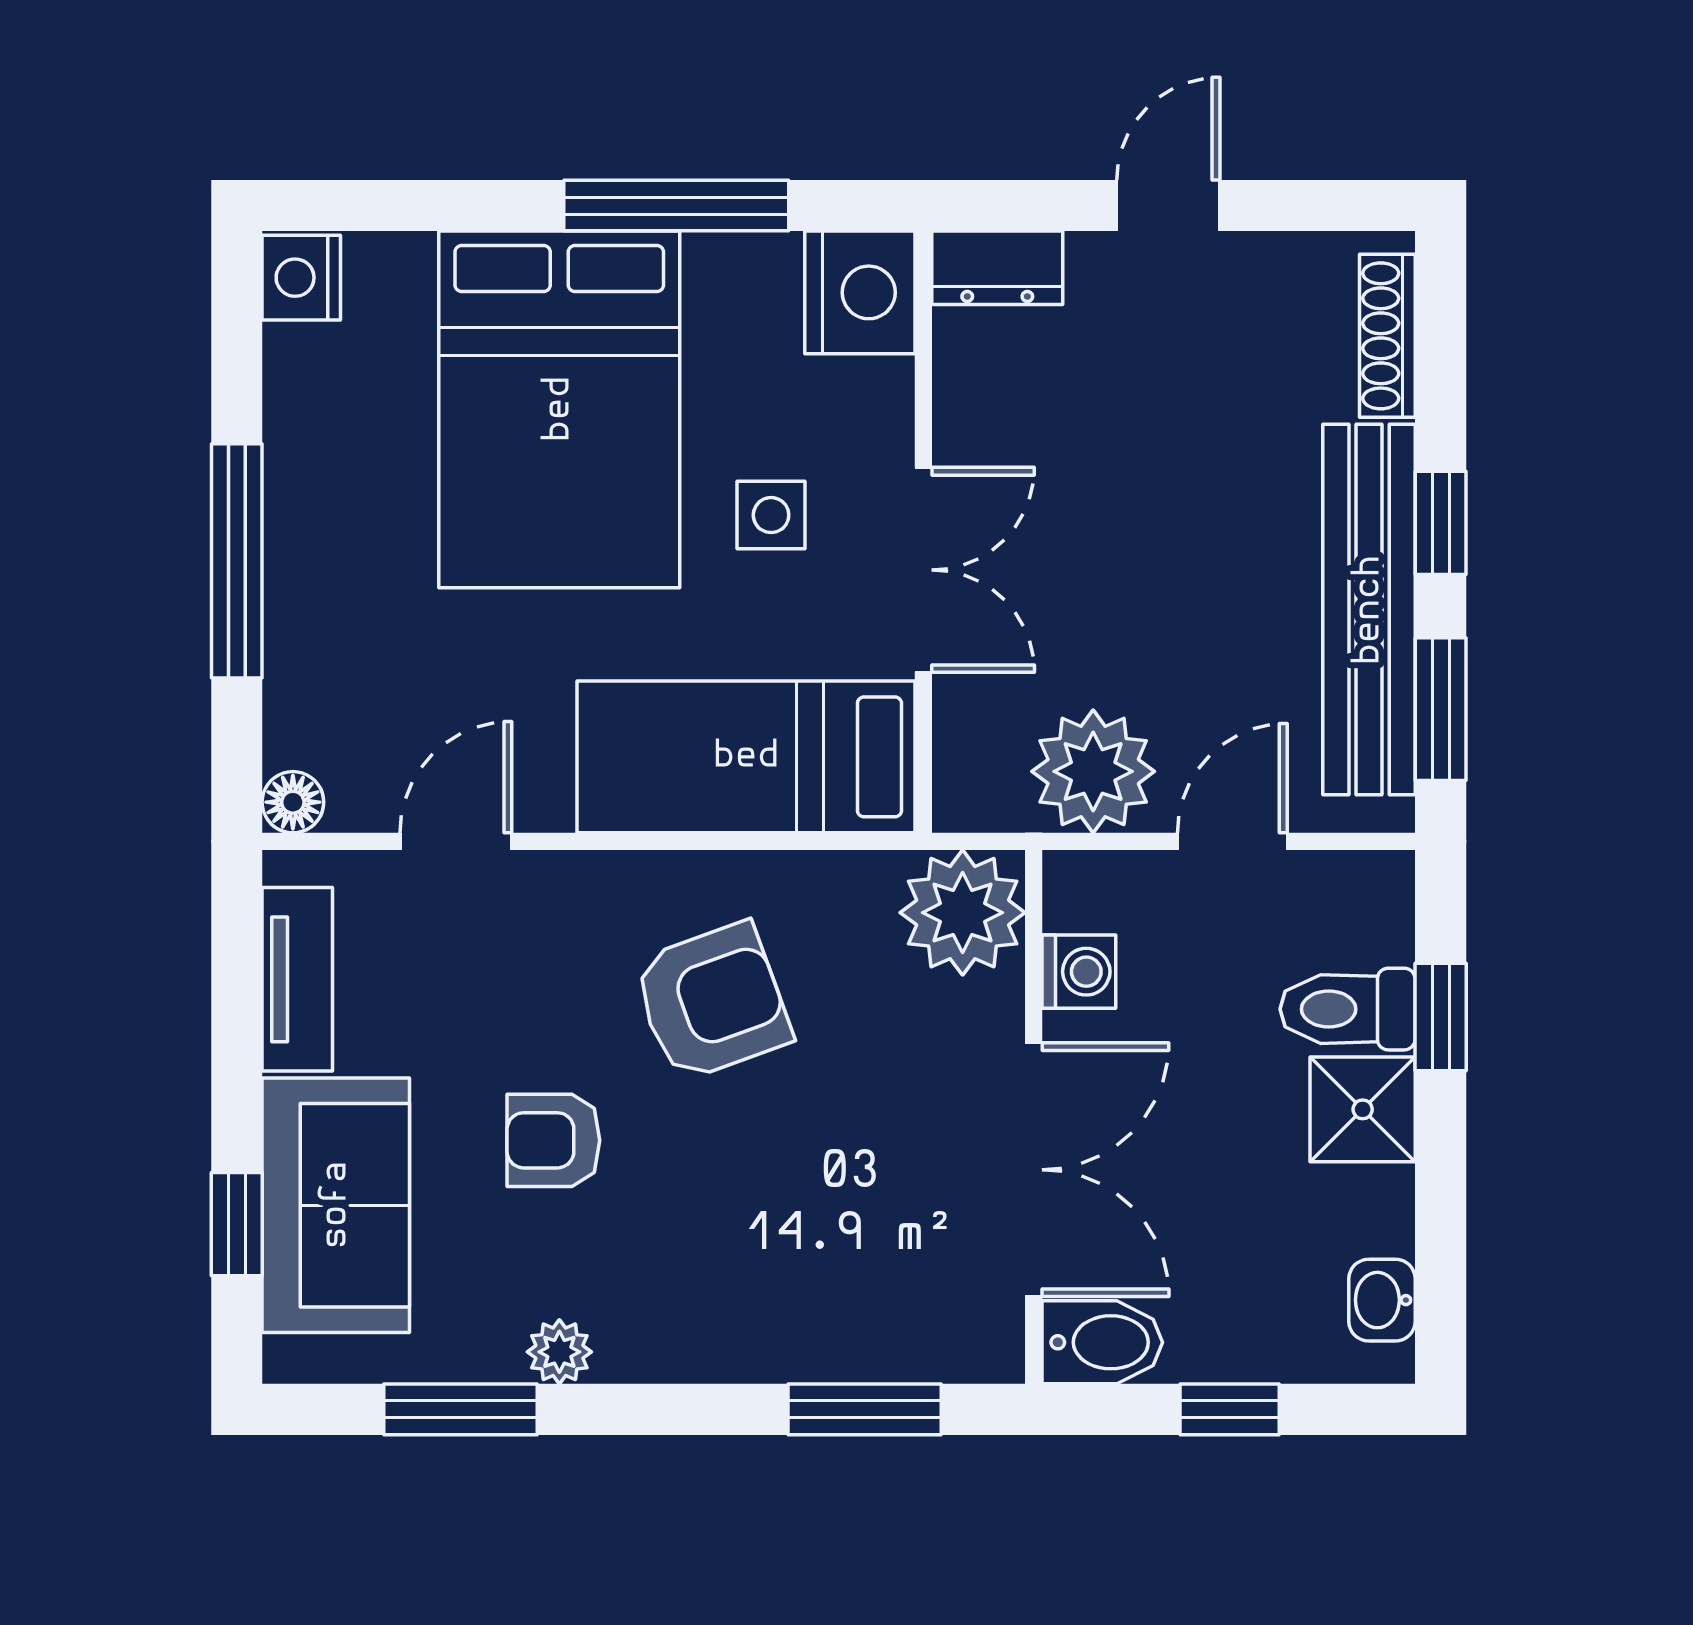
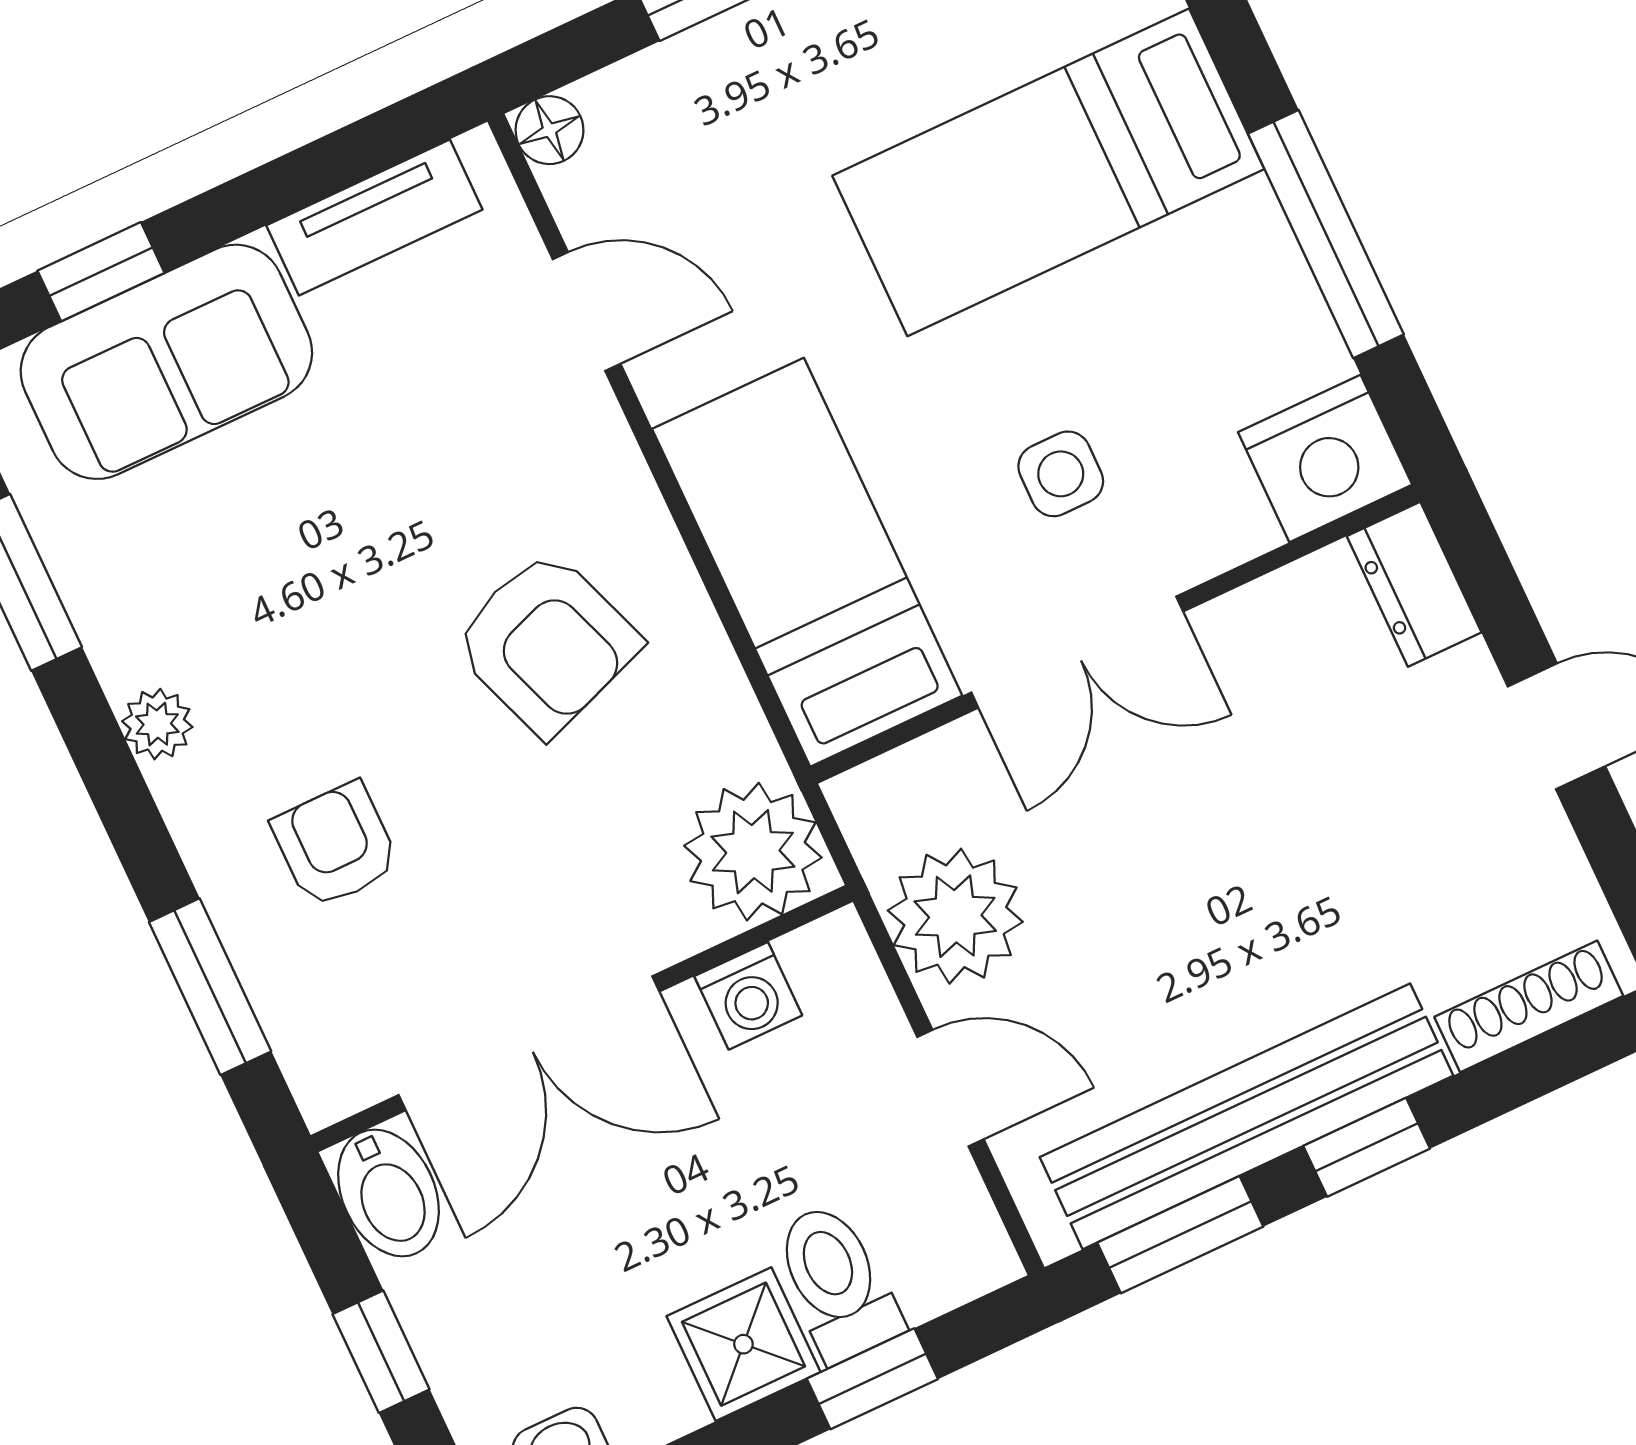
bed: (559, 409) -> (1048, 172), width x0.67
armchair: (553, 1140) -> (336, 845), moved
plant: (559, 1352) -> (157, 724), moved

